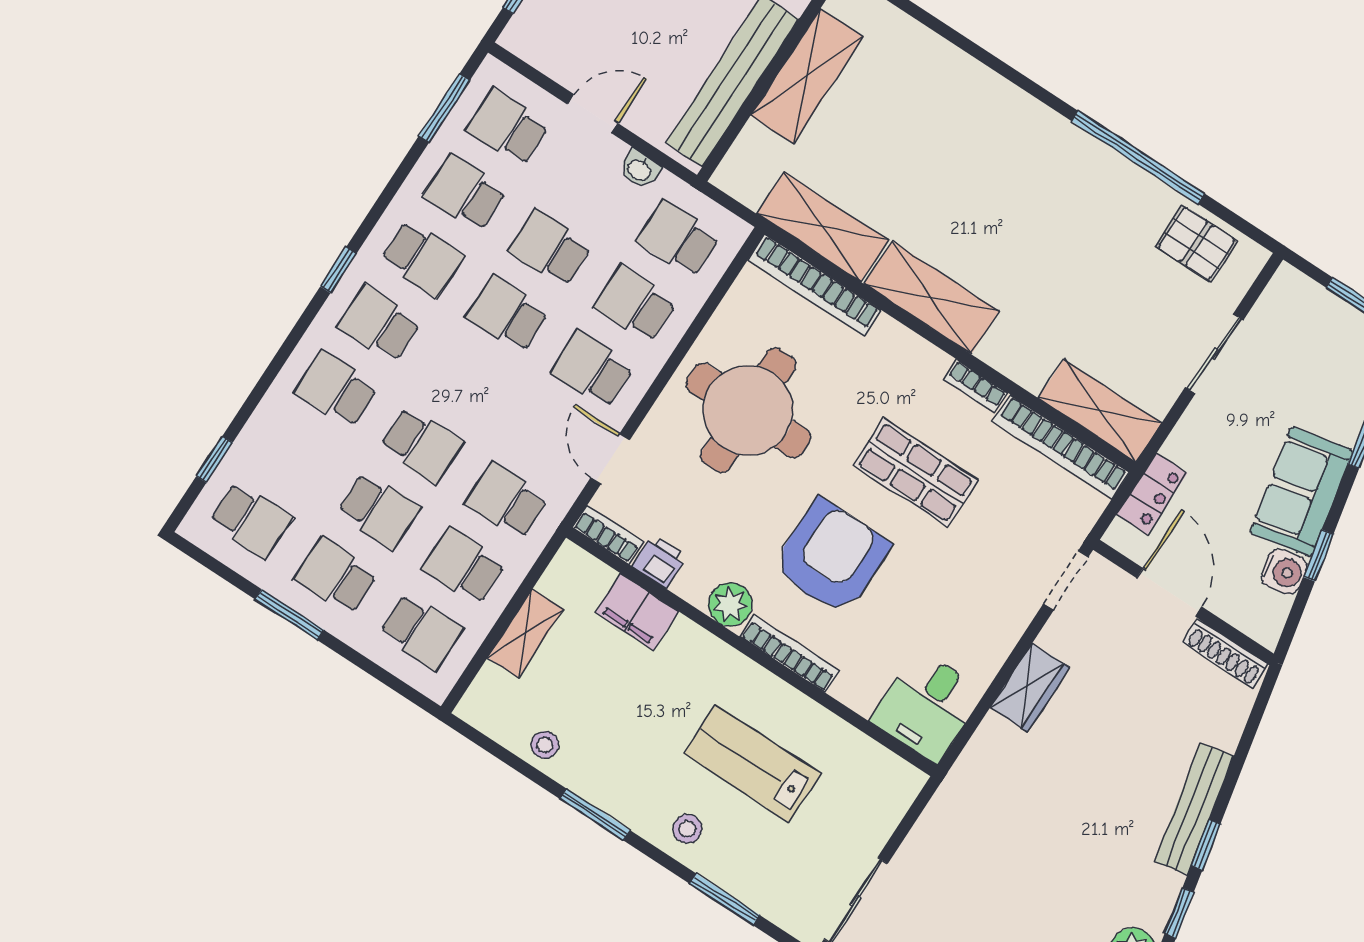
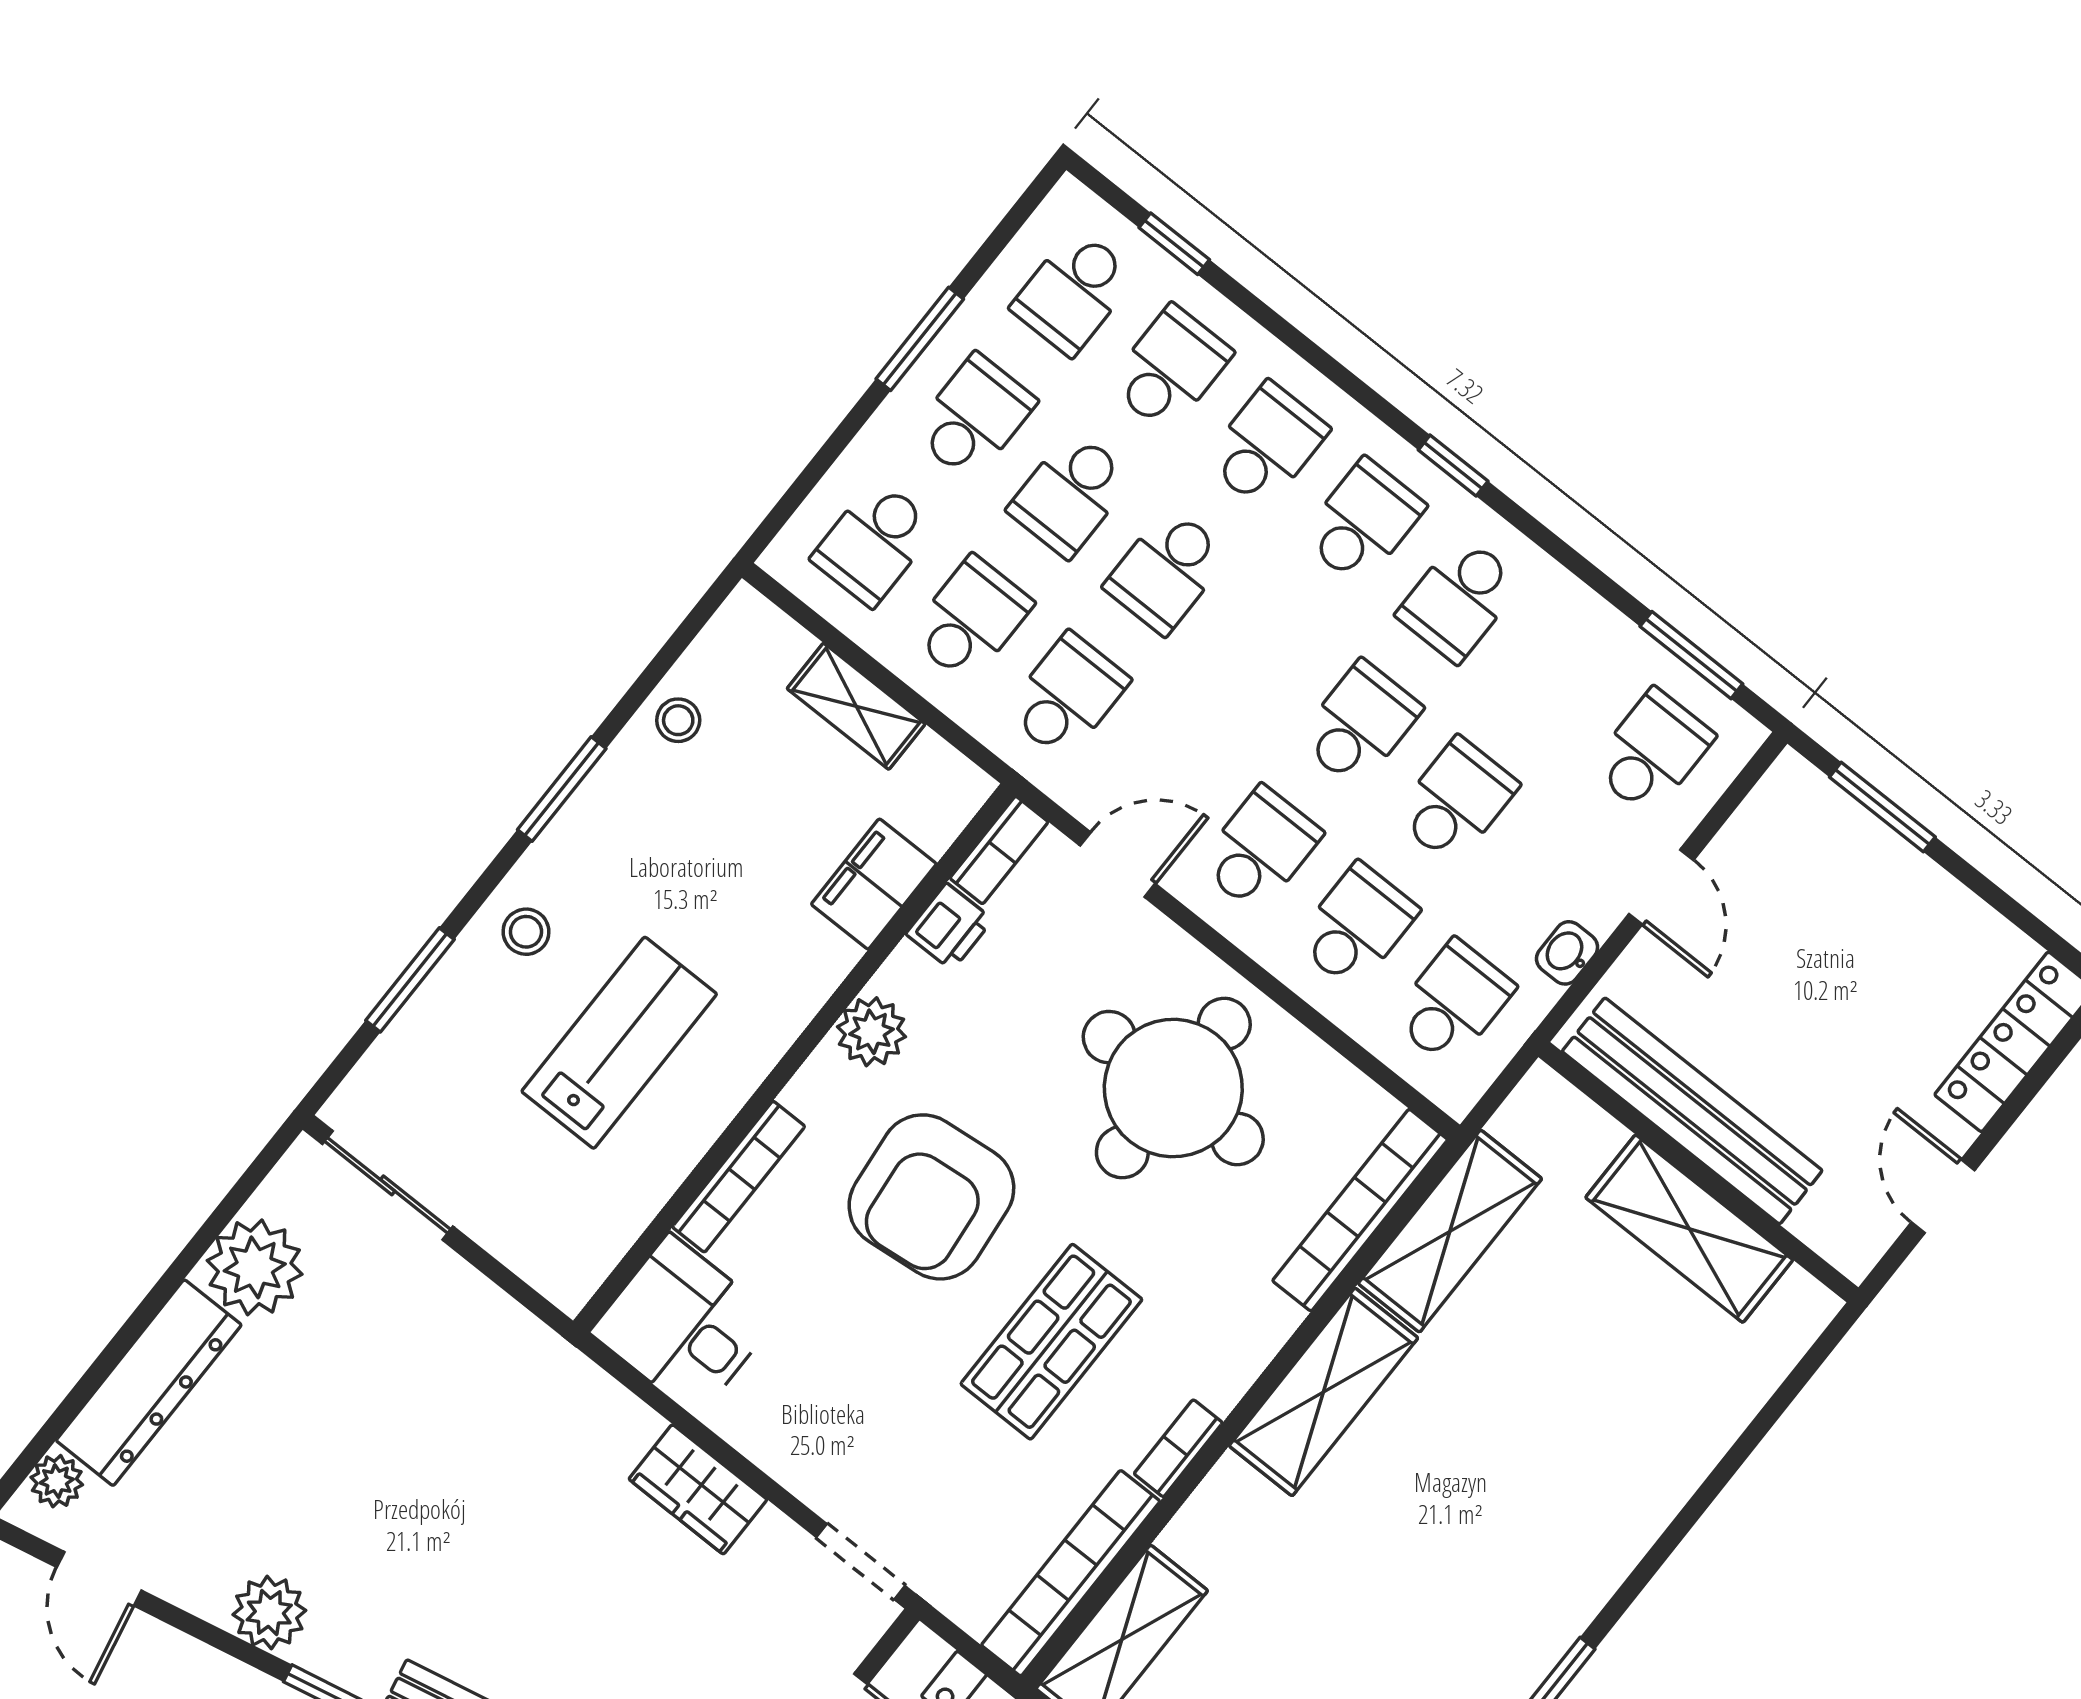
school desk: (465, 193) -> (1170, 369), moved
armchair: (831, 557) -> (931, 1197), turned 84
bookcase: (789, 654) -> (739, 1177), moved

